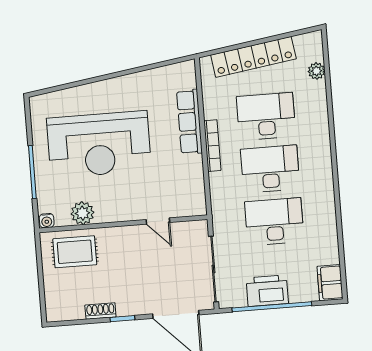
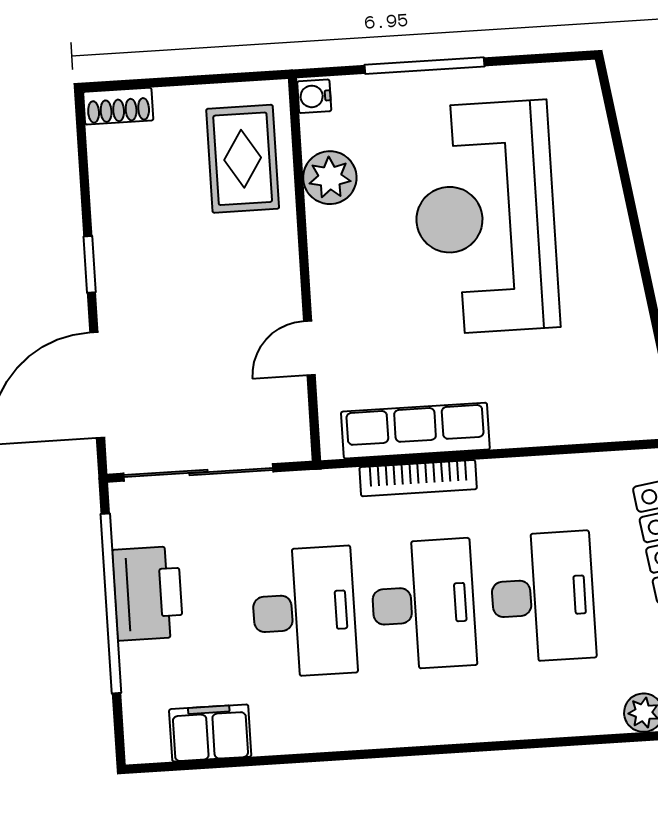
row of seats: (189, 122) -> (415, 431), moved
bookcase: (212, 146) -> (418, 478), moved
filing cabinet: (330, 283) -> (210, 733), moved
shoe rack: (100, 311) -> (118, 106), moved, turned 90

